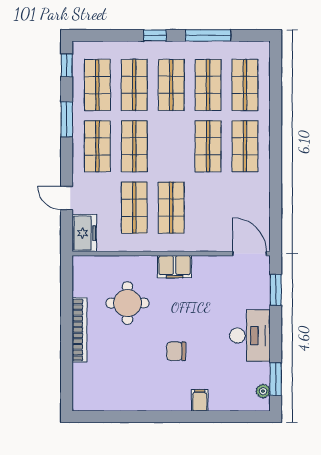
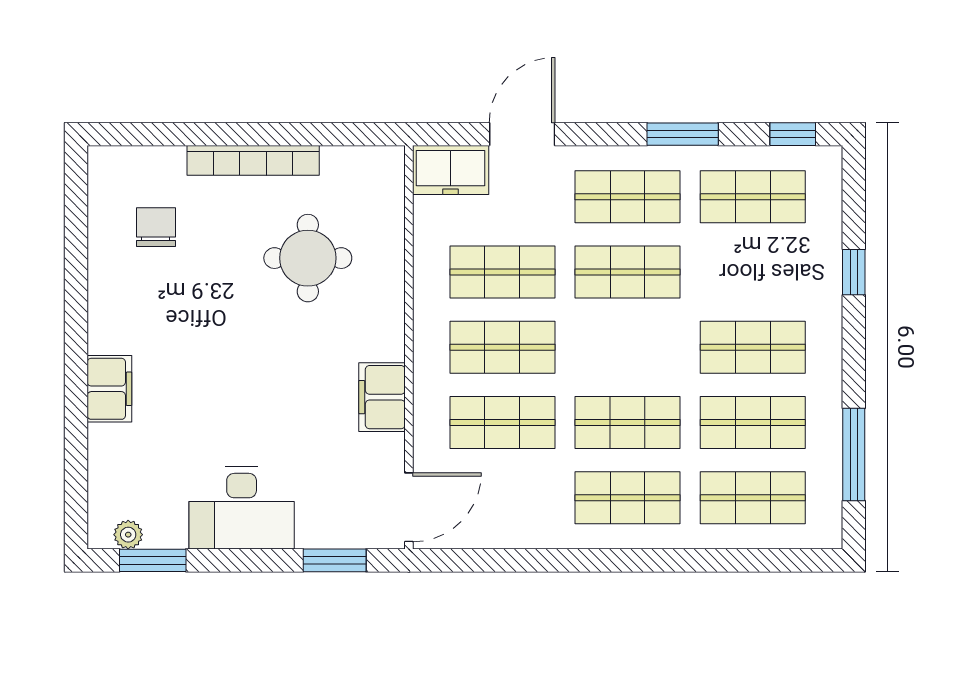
window: (155, 35) -> (854, 272), moved
window: (208, 35) -> (854, 455), moved
shop shelf: (134, 85) -> (502, 422), moved
door: (67, 198) -> (522, 134), width x1.38
filing cabinet: (175, 267) -> (382, 397), moved
chair: (176, 351) -> (156, 227), moved
filing cabinet: (200, 400) -> (109, 389), width x2.00

